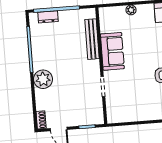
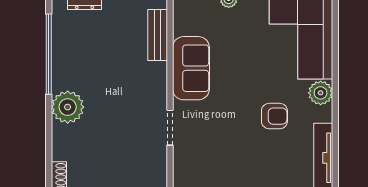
bench: (92, 39) -> (158, 35), width x0.73

